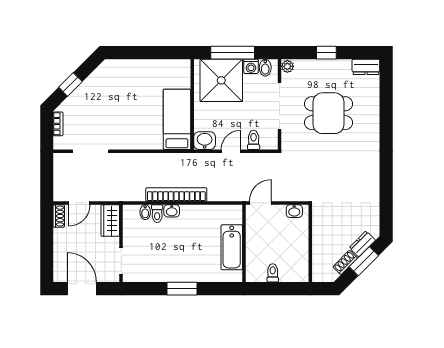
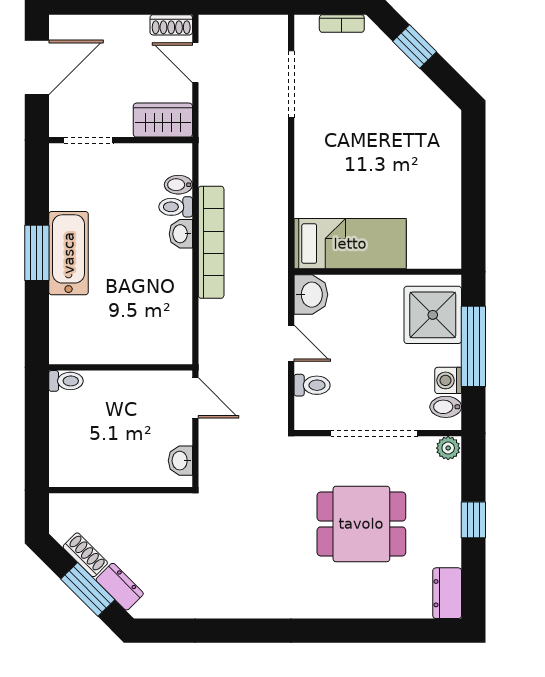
shower: (221, 80) -> (433, 315), width x0.73, depth x0.73
dining table: (329, 113) -> (361, 524), turned 90
bathtub: (232, 247) -> (69, 253), moved, turned 90
toilet: (273, 273) -> (66, 381), moved

